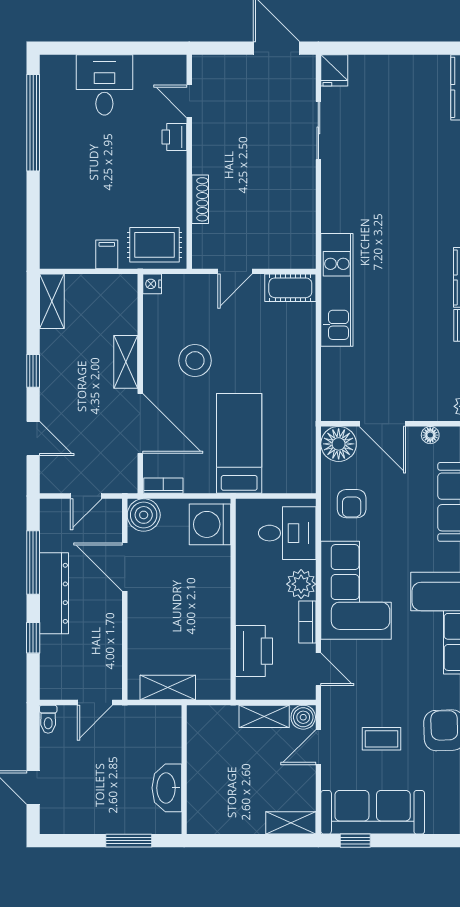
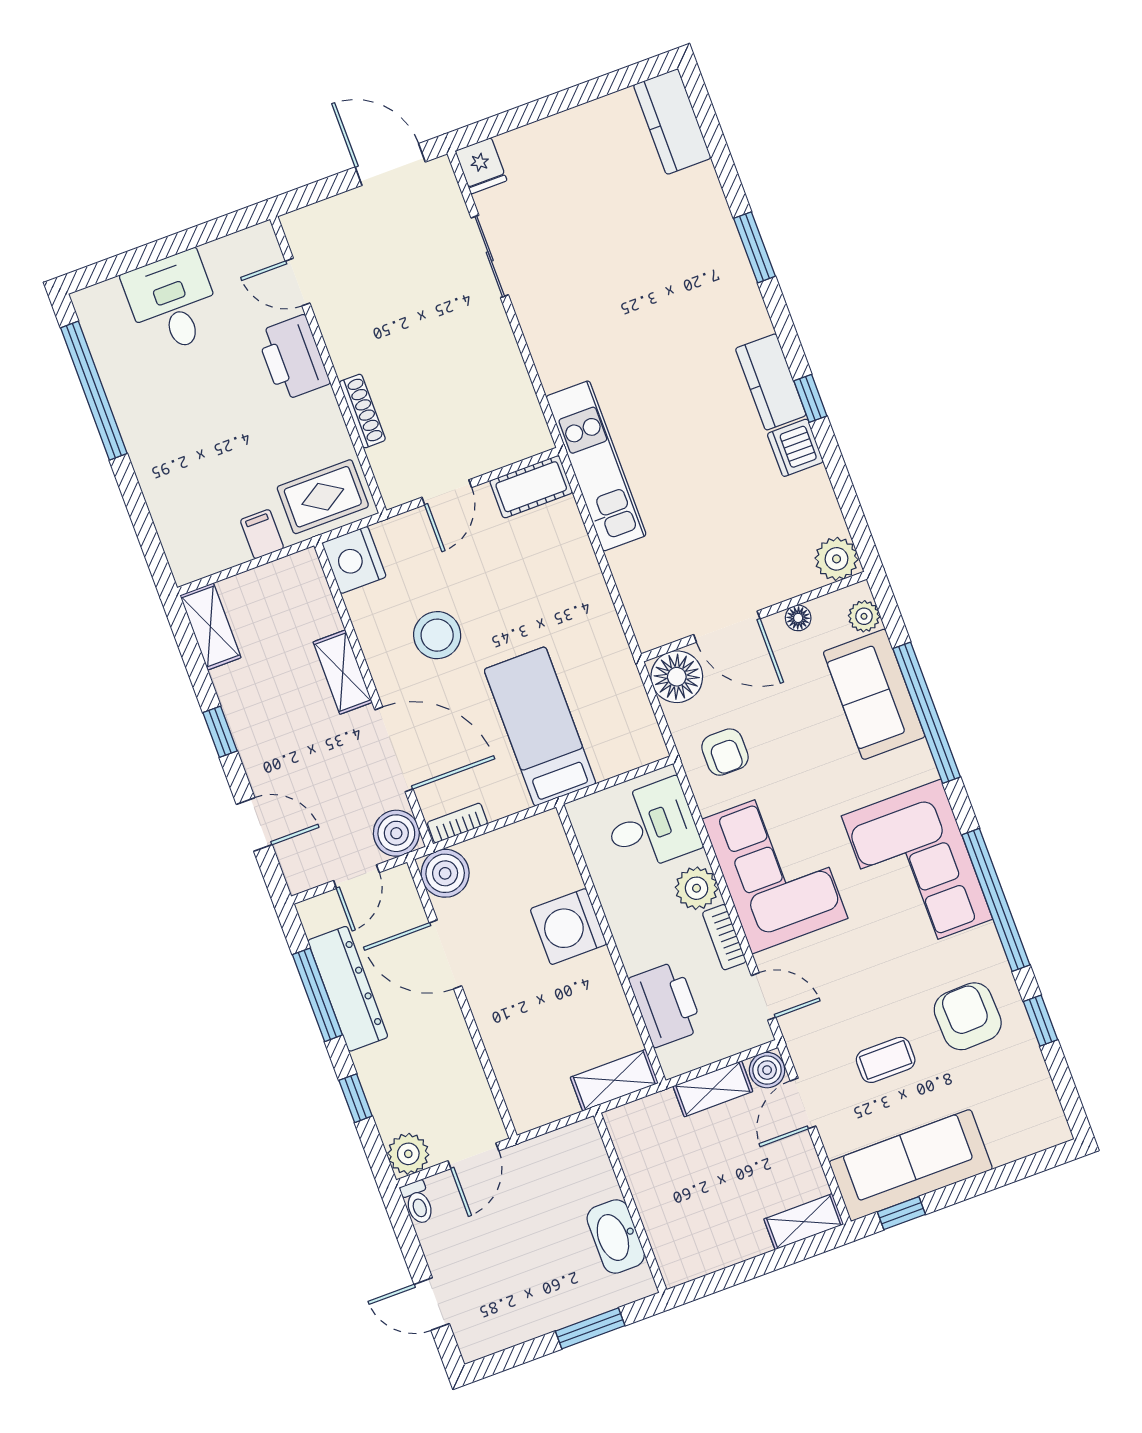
printer: (174, 137) -> (293, 358), width x1.87, depth x1.48
nightstand: (152, 284) -> (354, 560), width x1.89, depth x1.79
boiler: (122, 478) -> (396, 833), added
washing machine: (210, 524) -> (568, 927), moved
dresser: (54, 593) -> (348, 989), moved
plant: (54, 686) -> (408, 1154), added
shelving: (168, 688) -> (614, 1080), moved

